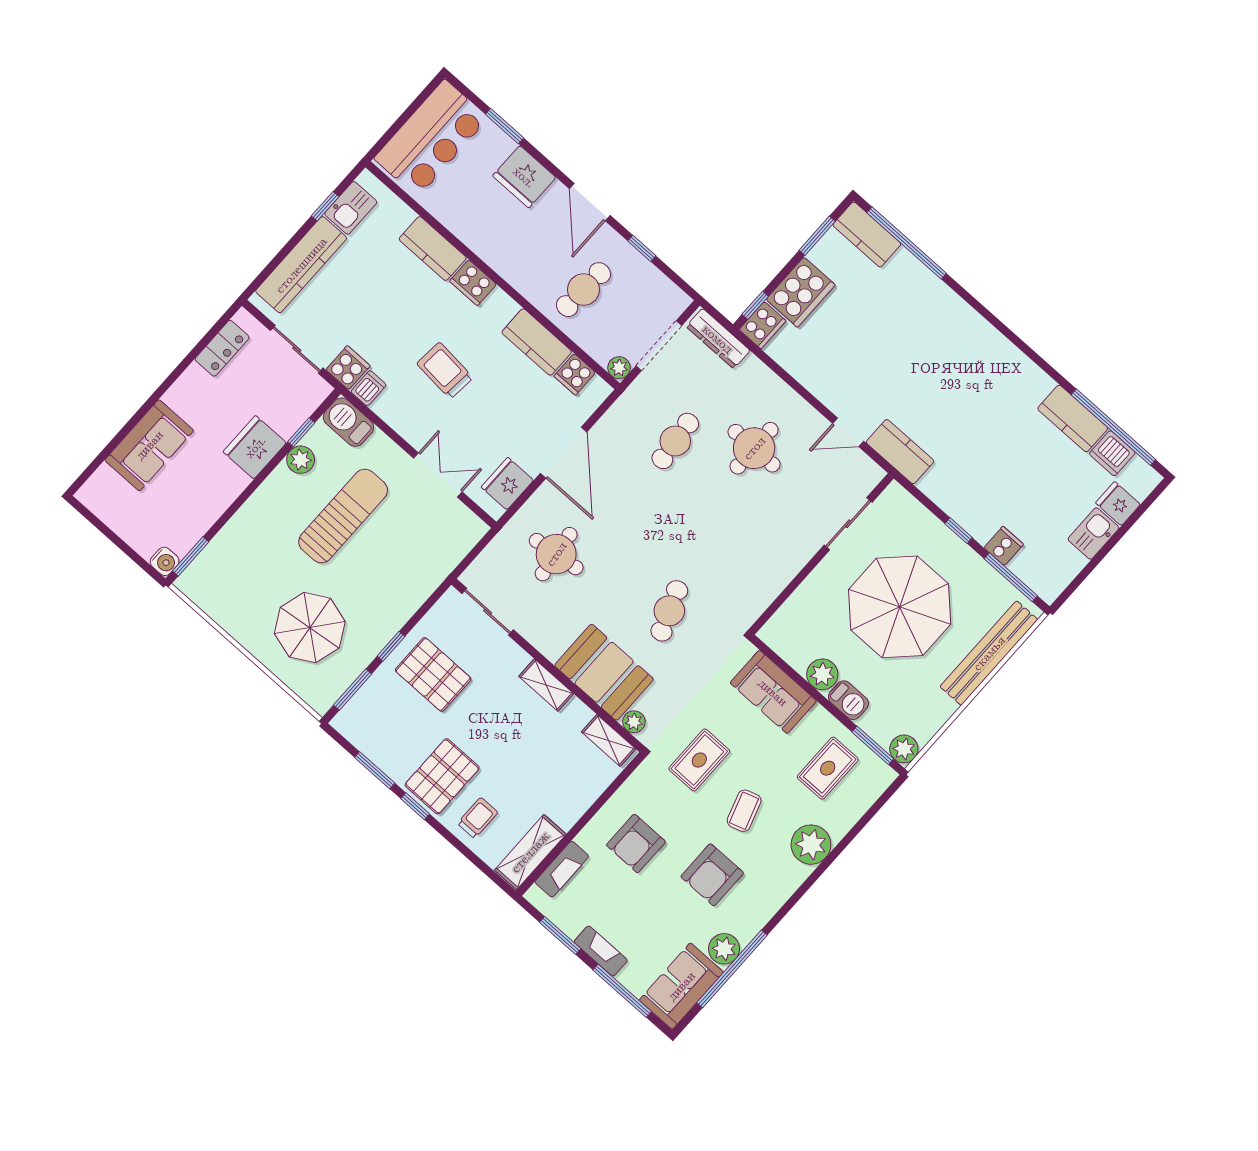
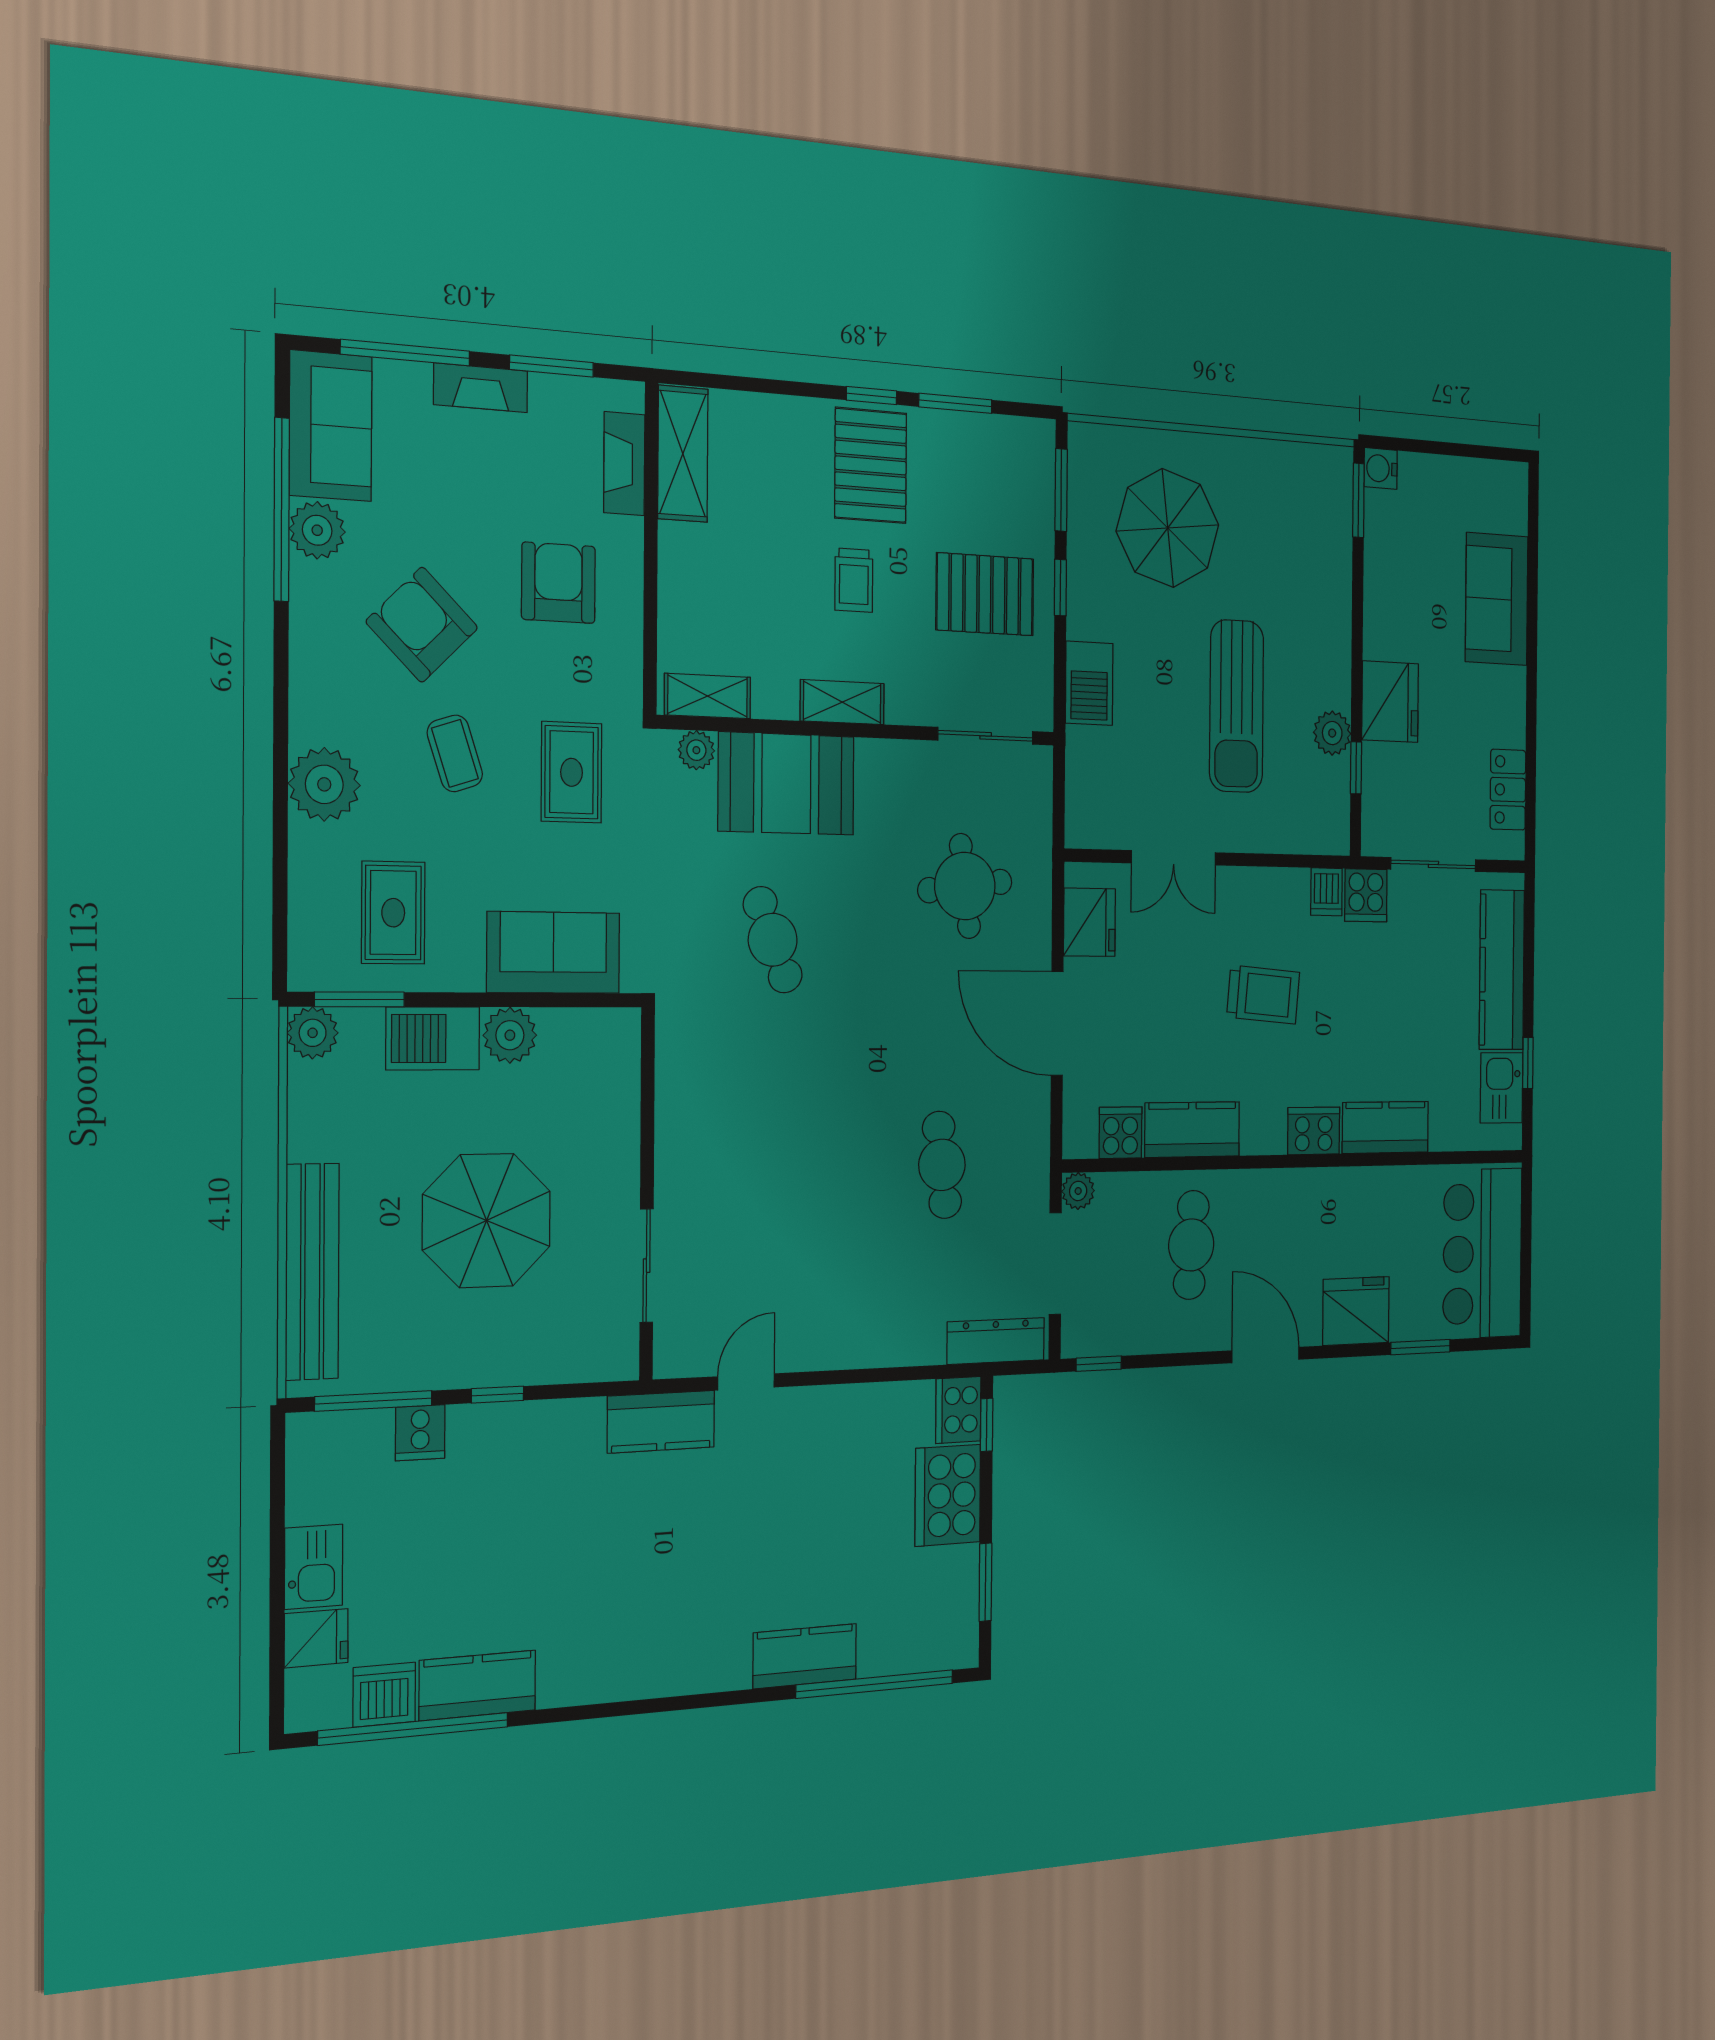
kitchen counter: (867, 234) -> (805, 1656), moved
window: (642, 248) -> (1099, 1364), moved
barbecue: (348, 422) -> (1089, 683), moved, turned 90
round table: (754, 448) -> (842, 1248), removed
parasol: (900, 607) -> (487, 1221), width x0.73, depth x0.73
barbecue: (848, 700) -> (433, 1038), width x1.38, depth x1.27
trolley: (478, 818) -> (854, 580), moved
armchair: (712, 875) -> (422, 625), turned -45

